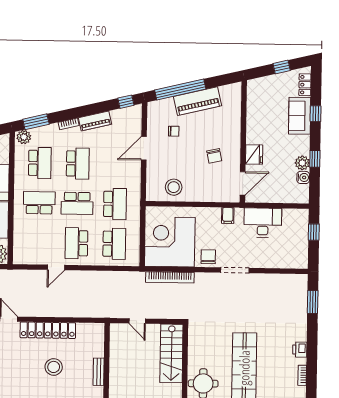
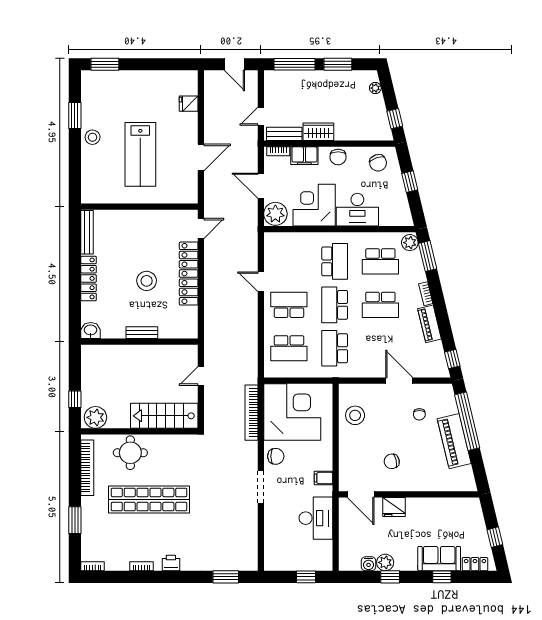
school desk: (115, 204) -> (335, 348), turned 90

